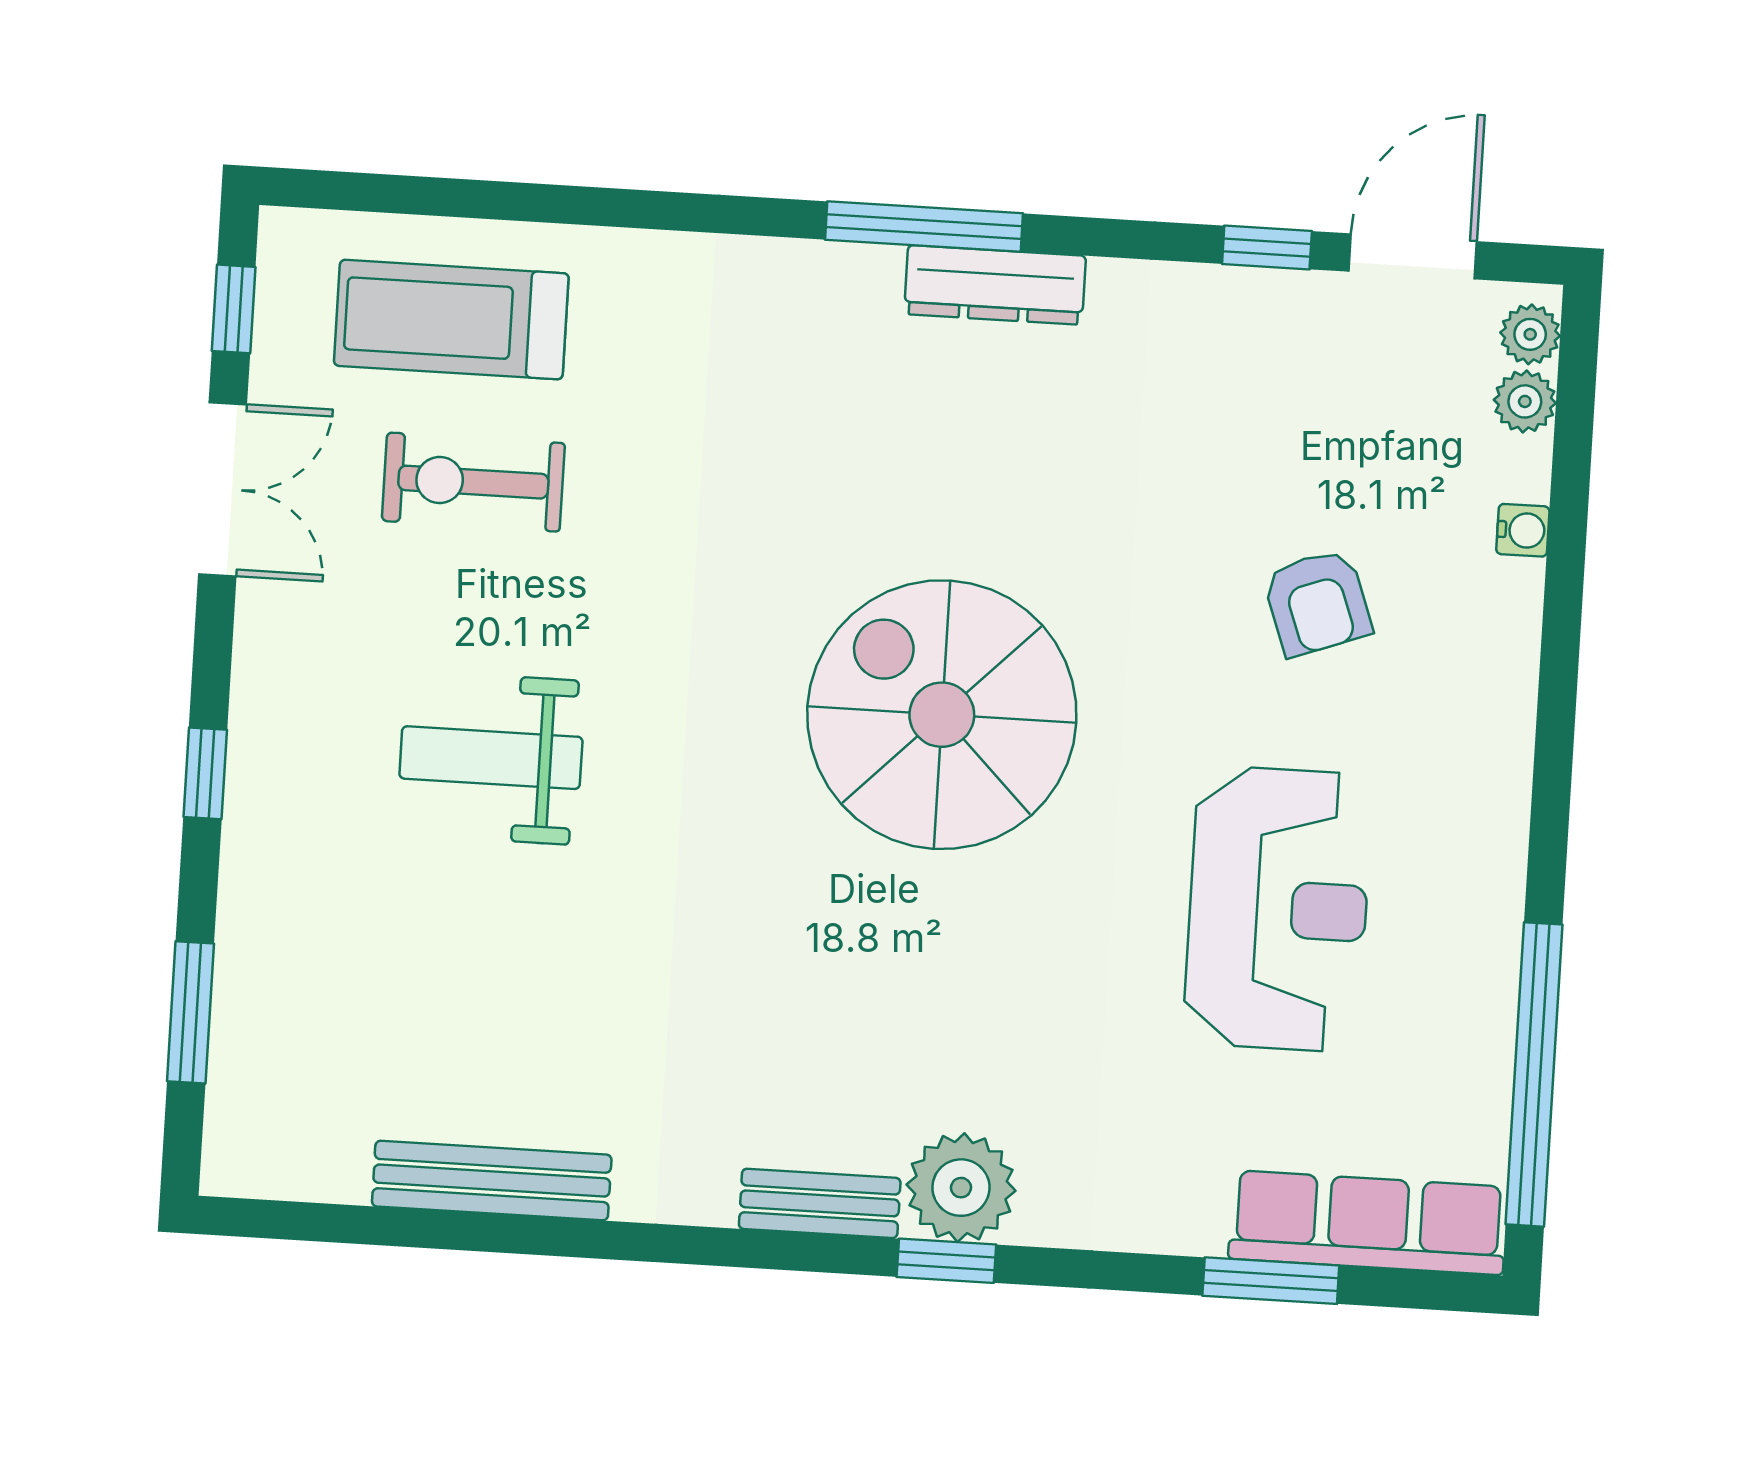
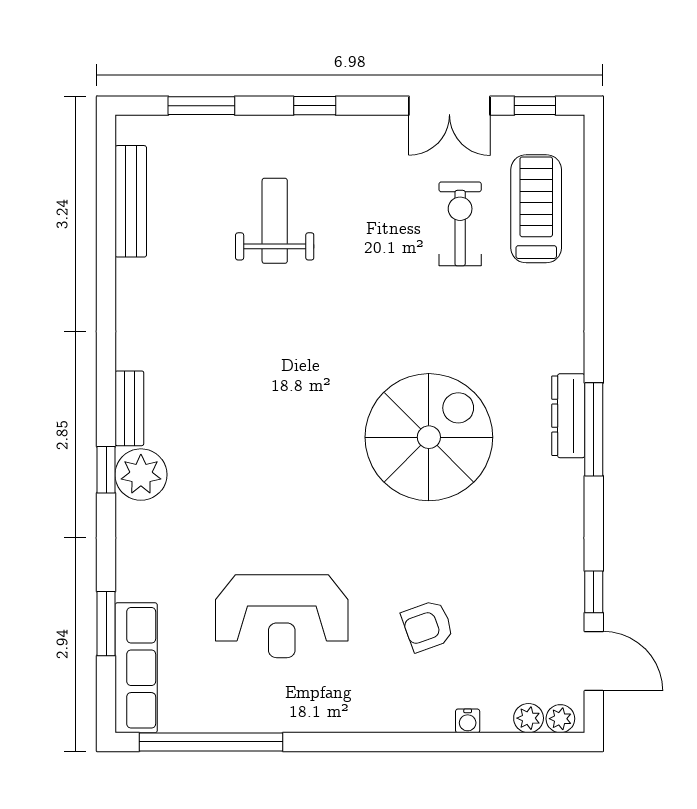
dresser: (995, 285) -> (568, 416), moved
spiral stairs: (942, 715) -> (429, 437), moved
weight bench: (491, 758) -> (275, 221), moved
bench: (492, 1181) -> (131, 201), moved

